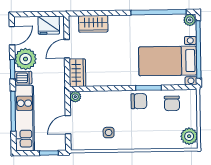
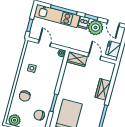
wardrobe: (93, 24) -> (103, 89), moved
chair: (139, 101) -> (25, 96), moved

